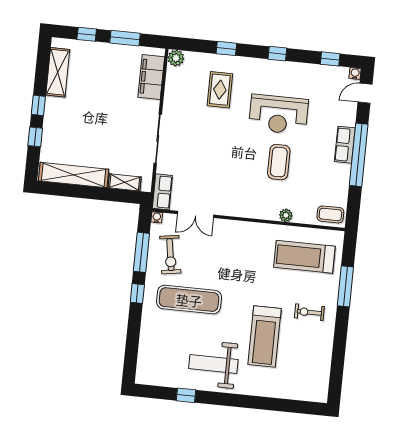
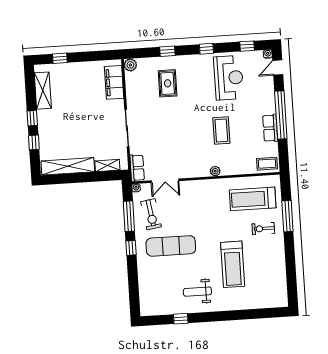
window: (125, 38) -> (89, 56), removed
reception desk: (278, 114) -> (229, 78), moved, turned -90
row of seats: (345, 145) -> (270, 128), moved
plant: (286, 215) -> (215, 171), moved
exercise bike: (309, 312) -> (263, 229), moved
weight bench: (213, 364) -> (197, 292), width x0.73, depth x0.75

